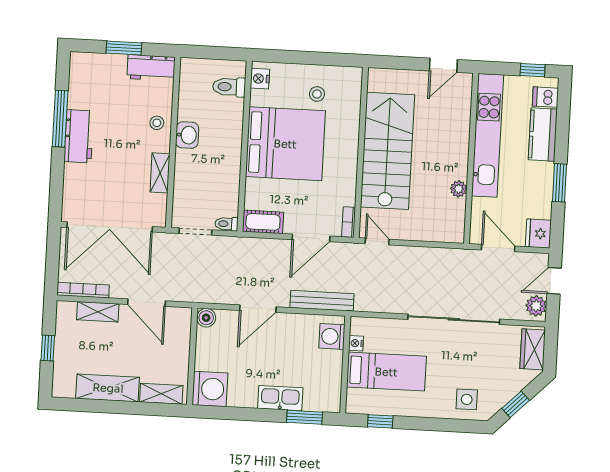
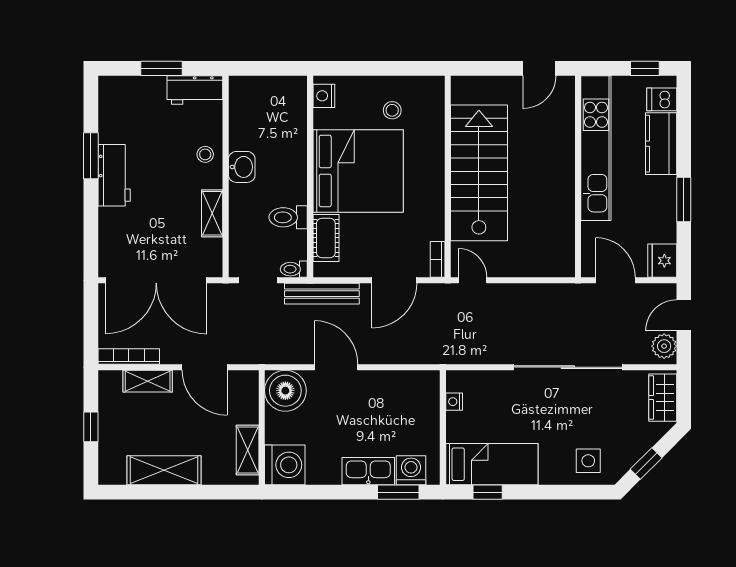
toilet: (229, 87) -> (288, 217), moved
window: (60, 119) -> (91, 156), width x0.69
plant: (459, 189) -> (565, 213), removed
cot: (263, 222) -> (326, 238), moved, turned 90
bench: (322, 301) -> (322, 294), moved
door: (258, 309) -> (336, 367), swing flipped
boiler: (206, 318) -> (285, 391), width x1.86, depth x1.86
washing machine: (332, 336) -> (411, 470), moved, turned 90
bed: (386, 372) -> (492, 464), moved
shelving: (161, 394) -> (248, 450), moved, turned 90

